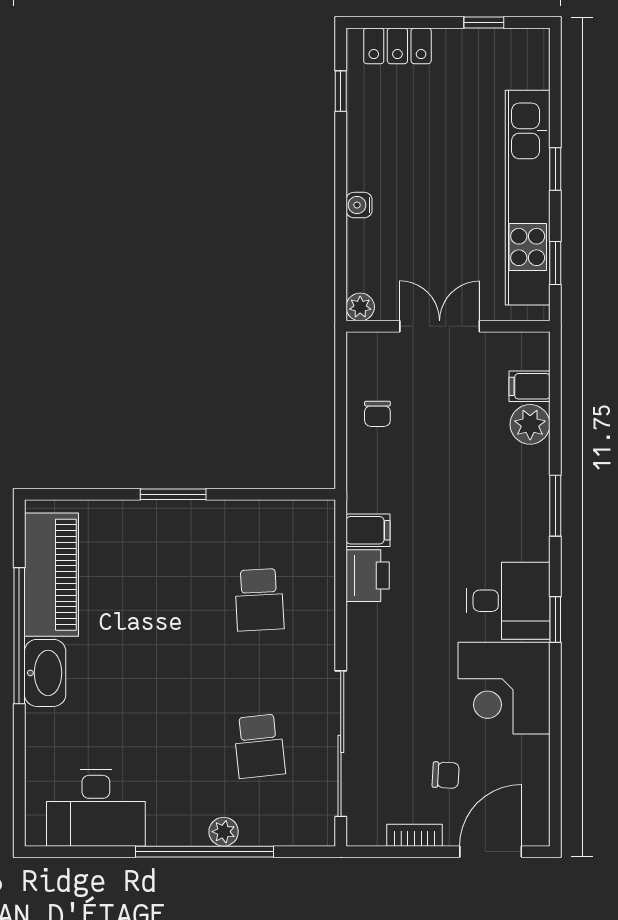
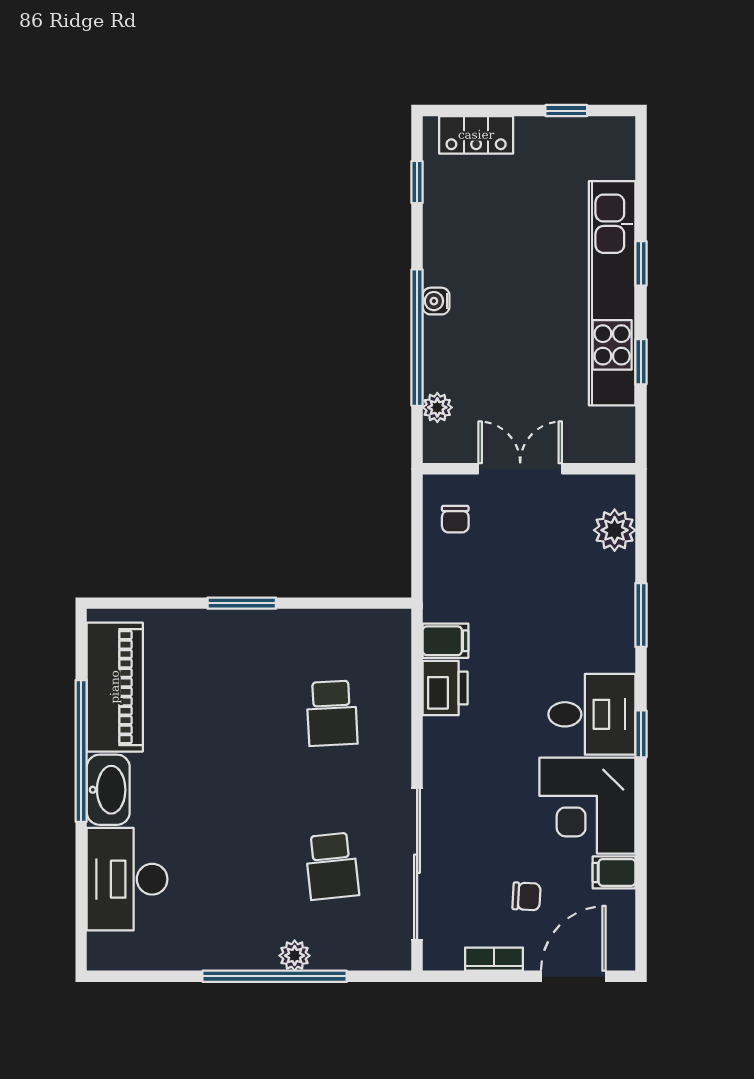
window: (341, 240) -> (417, 338), added
double door: (440, 326) -> (520, 469), moved
wall: (448, 326) -> (529, 469), moved
filing cabinet: (530, 386) -> (614, 872), moved
desk: (96, 808) -> (127, 879), moved, turned 90

